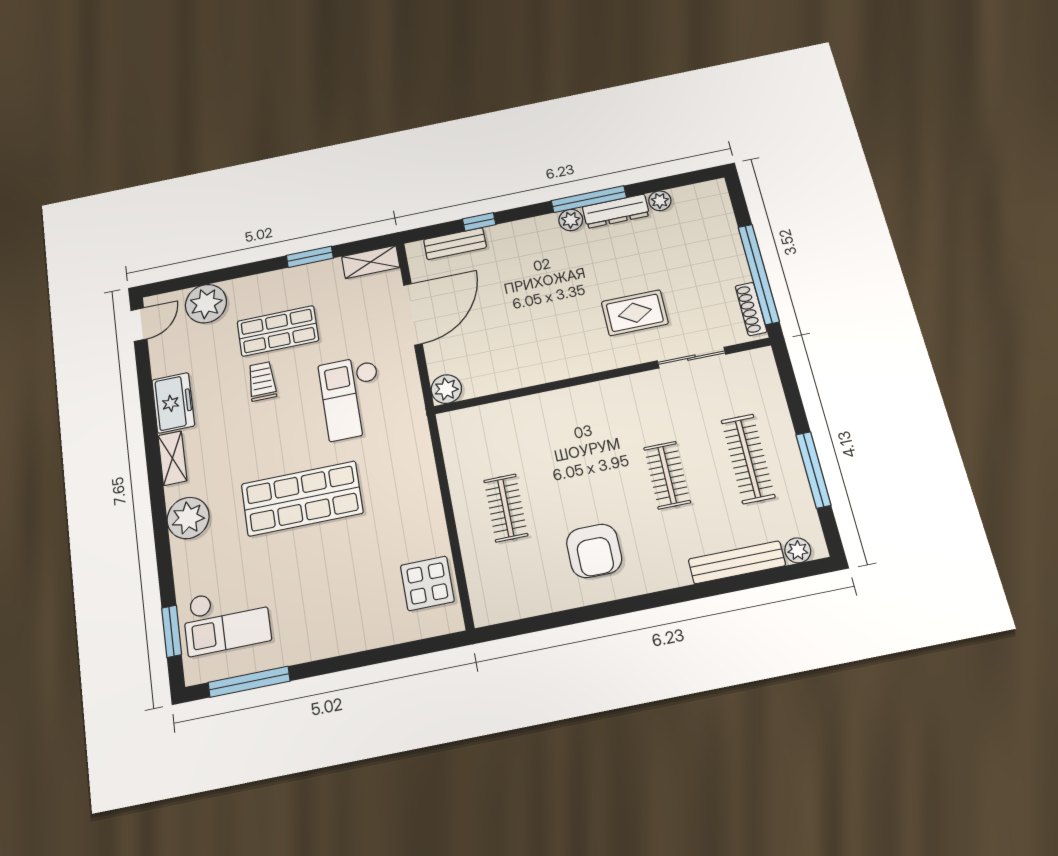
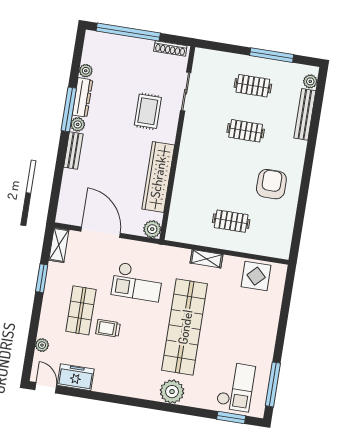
window: (479, 222) -> (58, 176), removed
bench: (455, 244) -> (73, 151), moved
window: (759, 274) -> (128, 32), moved
plant: (206, 304) -> (42, 345), width x0.53, depth x0.53
wardrobe: (535, 367) -> (158, 177), added
freezer: (173, 403) -> (76, 377), moved
shelving: (172, 458) -> (206, 259), moved
clothes rail: (748, 459) -> (253, 86), width x0.73
shop shelf: (302, 498) -> (185, 327), width x1.40
armchair: (594, 551) -> (271, 184), turned -90

